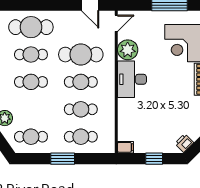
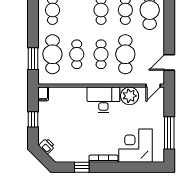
door: (116, 23) -> (153, 86), hinge flipped
cafe table: (81, 137) -> (52, 54), width x1.37, depth x1.35
window: (63, 159) -> (33, 59), moved

